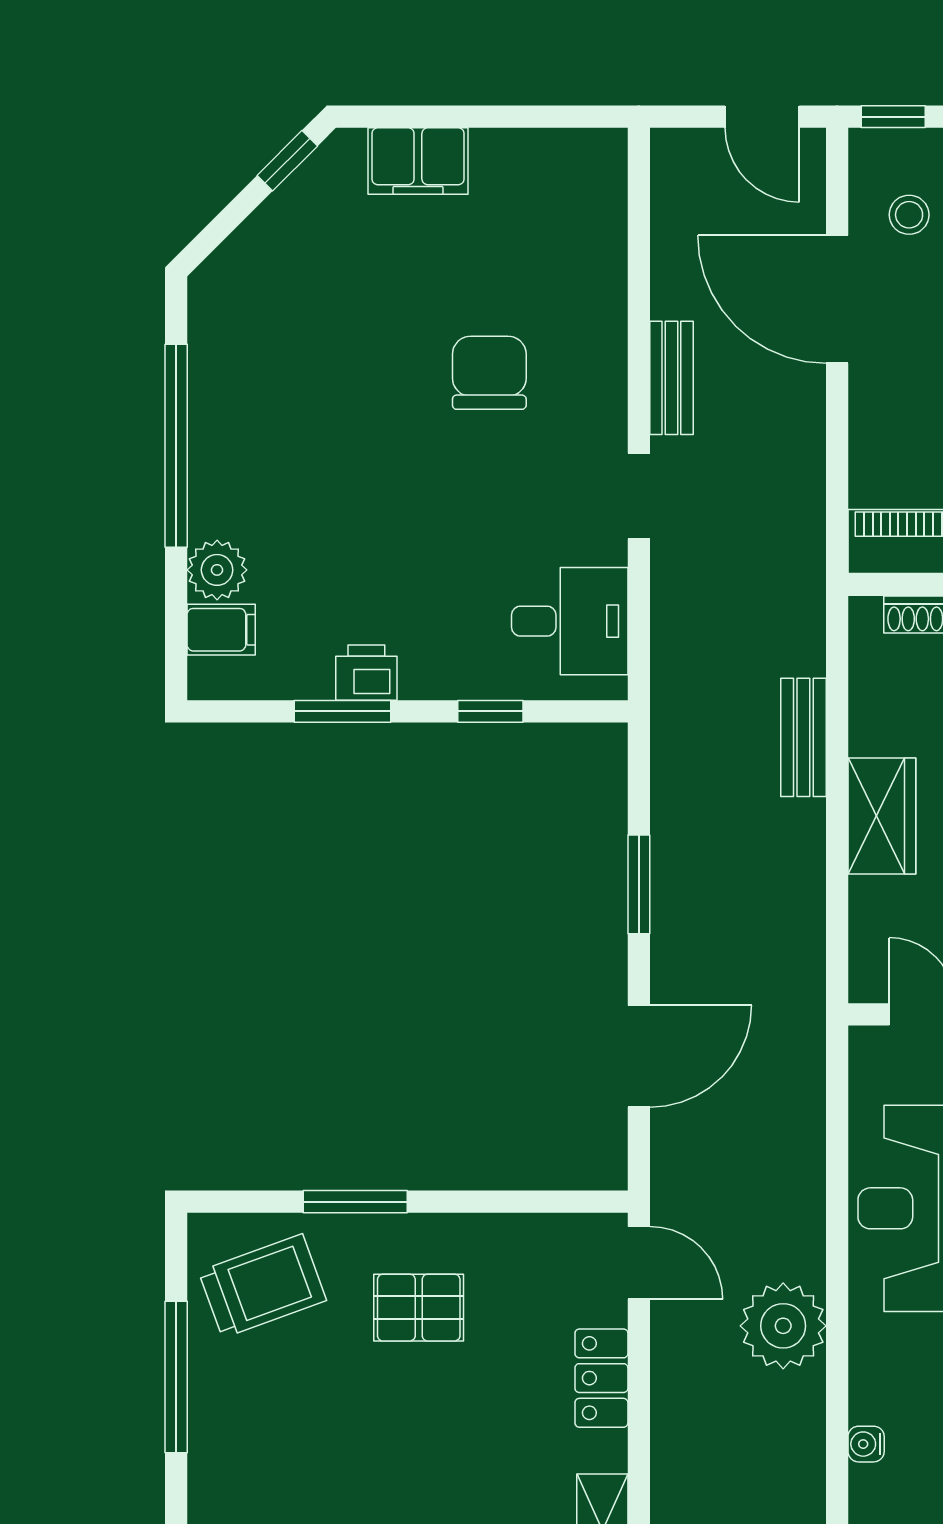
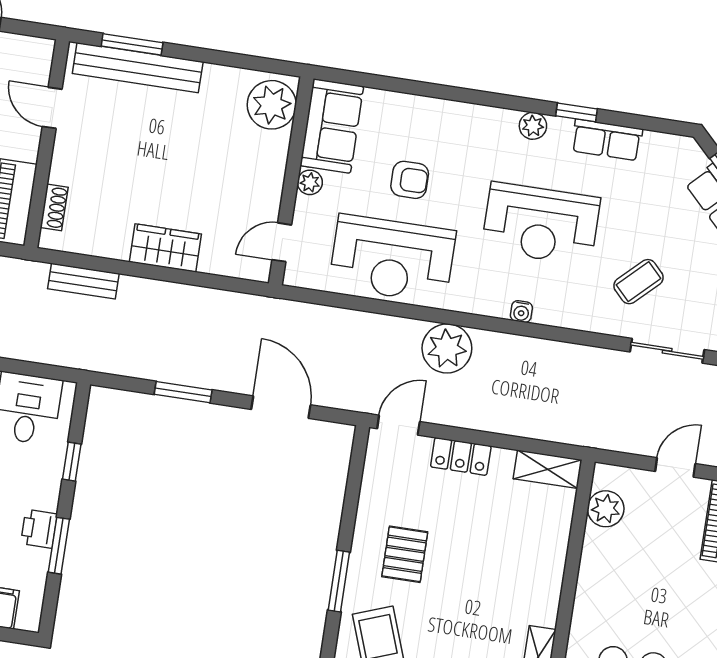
bench: (803, 737) -> (83, 281), moved

